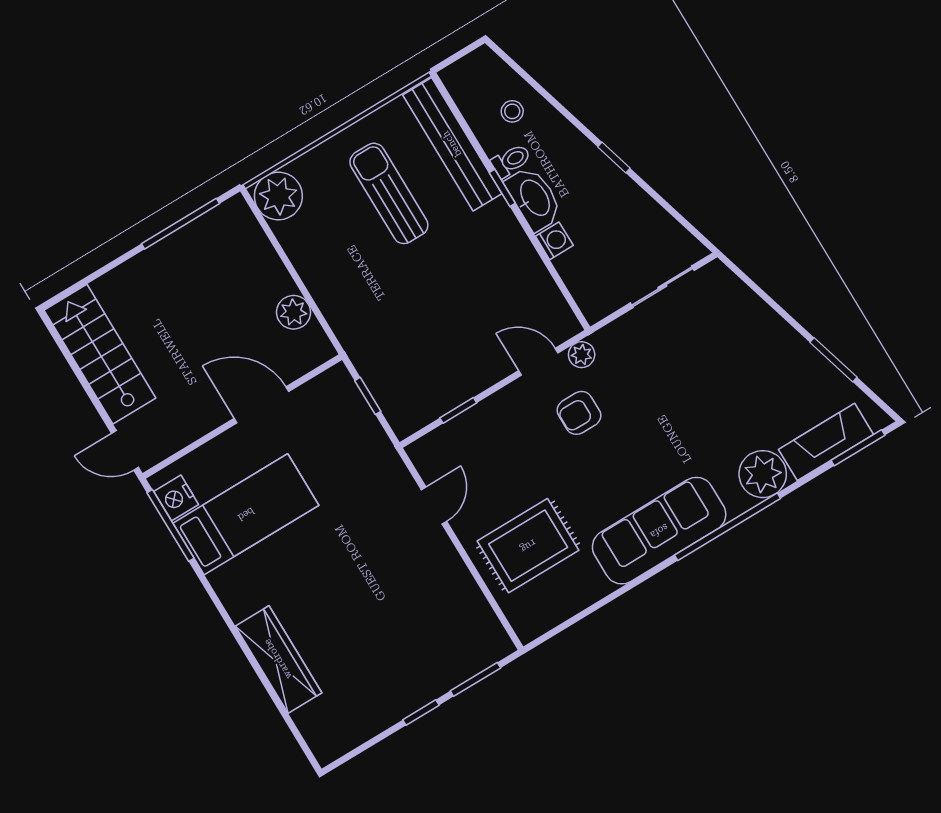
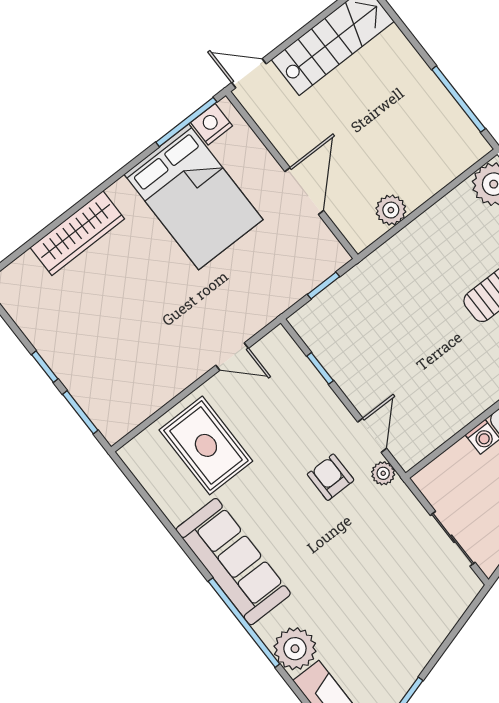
door: (125, 450) -> (249, 73), hinge flipped
bed: (246, 514) -> (194, 197), width x1.50

